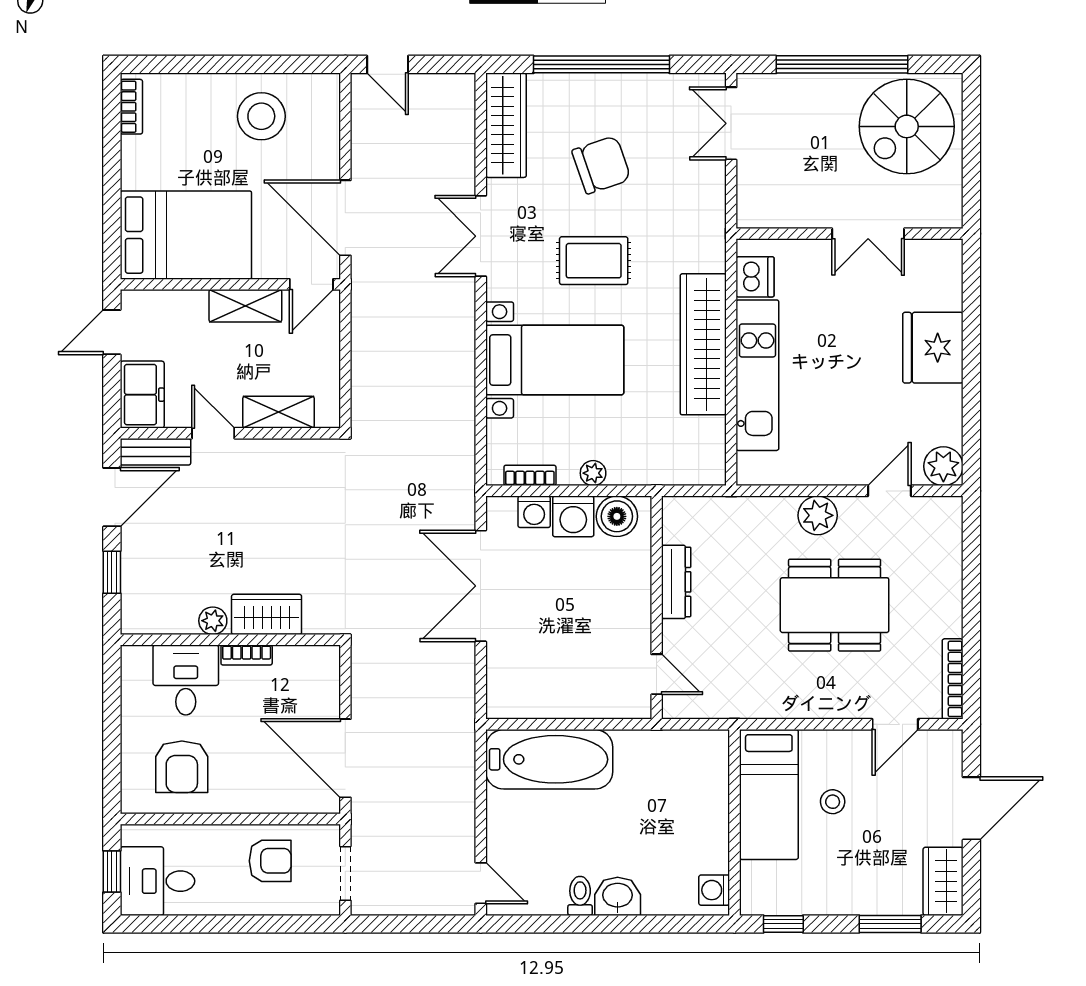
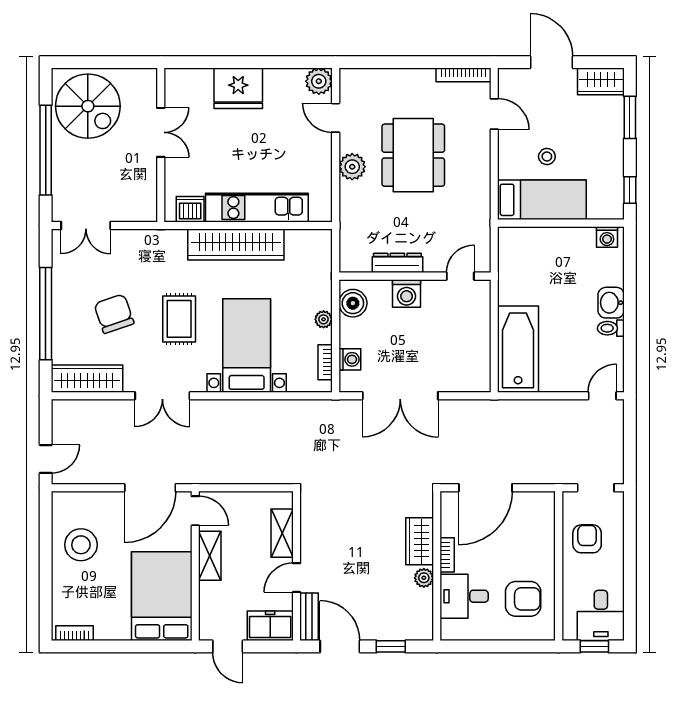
washing machine: (573, 516) -> (407, 293), moved, turned 90
door: (345, 758) -> (485, 488), moved

